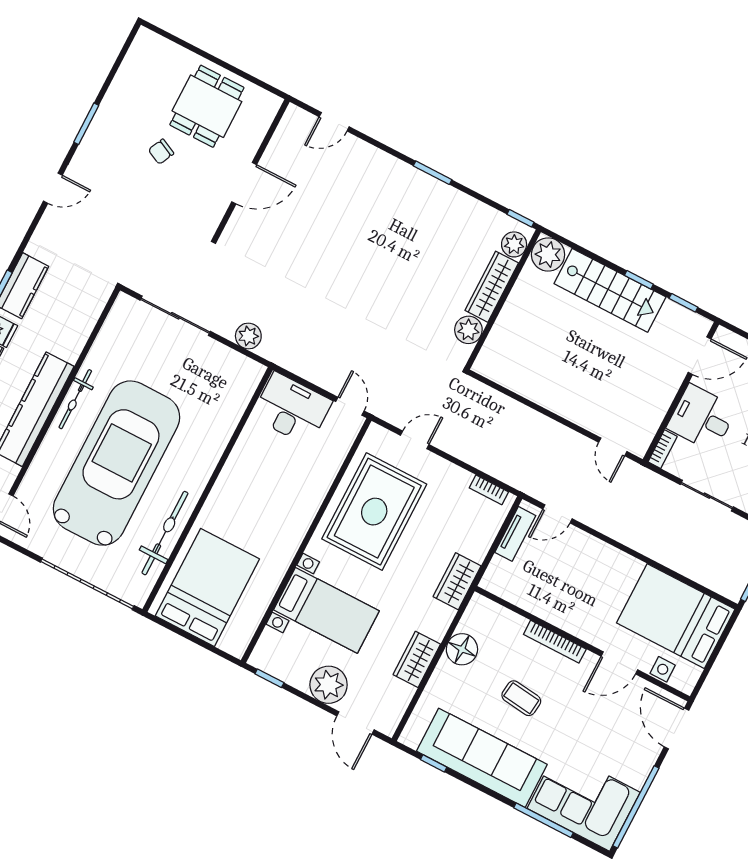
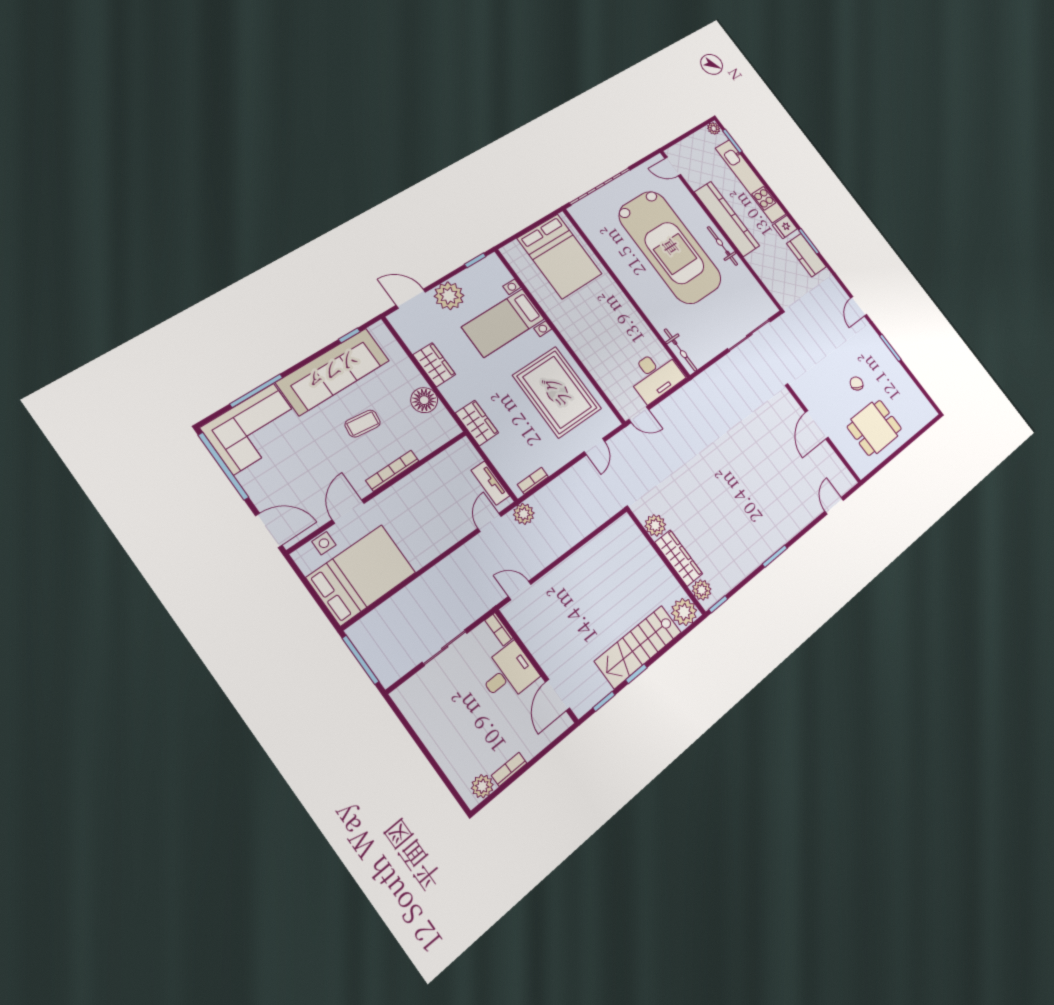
dining table: (207, 106) -> (874, 428), turned 90
plant: (248, 336) -> (524, 514), moved
bicycle: (165, 533) -> (680, 350), moved, width x0.73, depth x0.71

